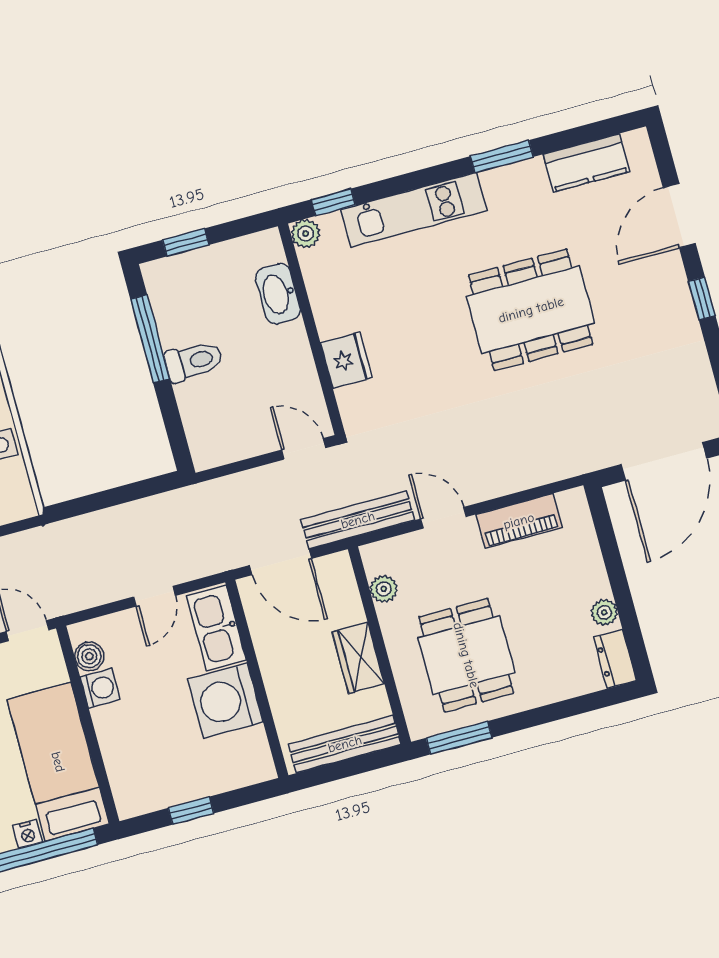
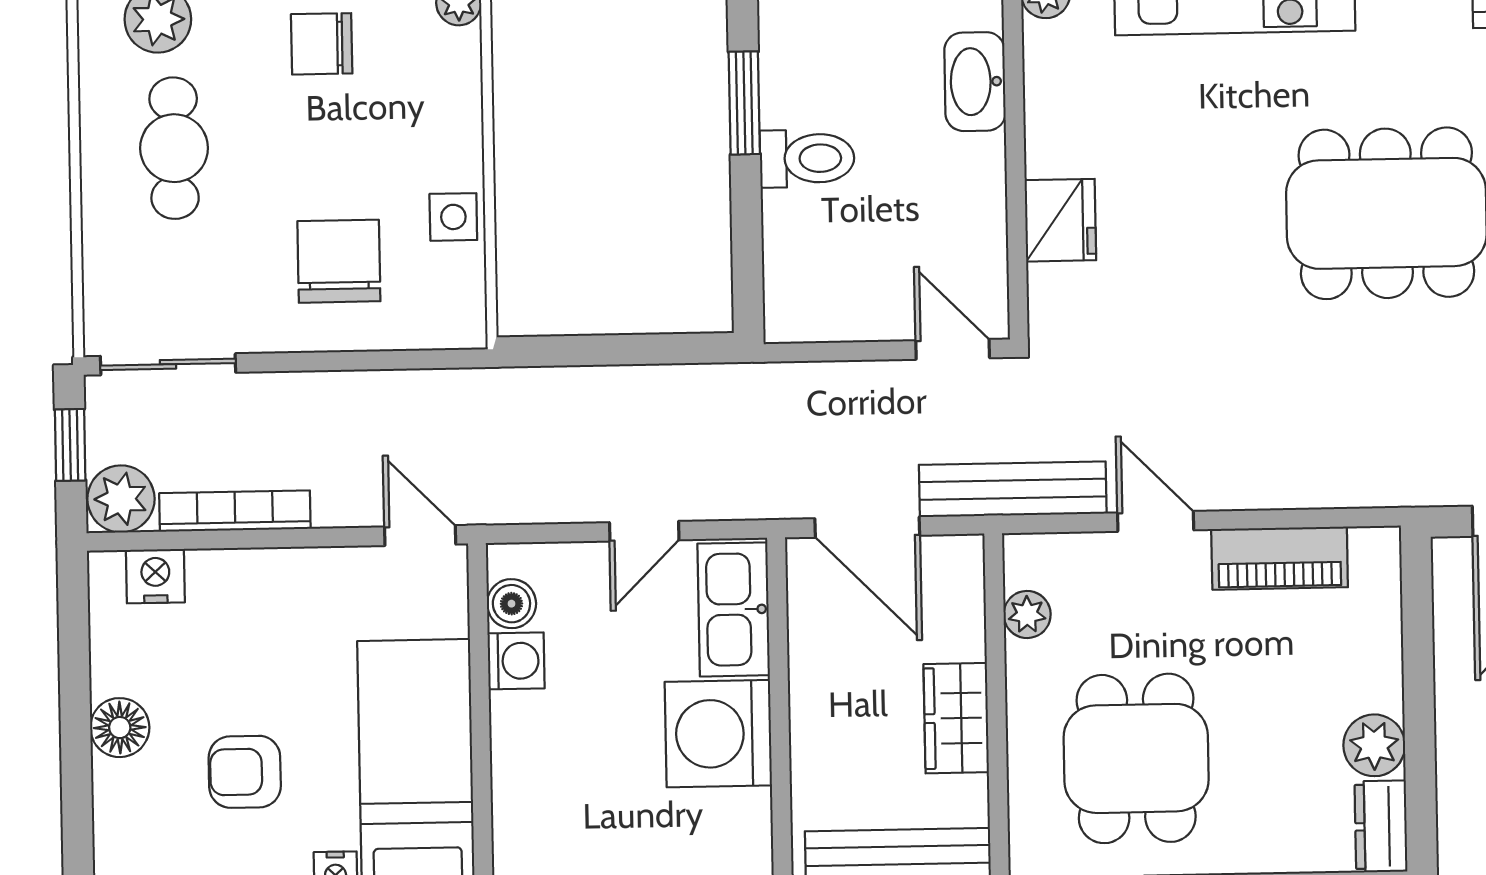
window: (150, 339) -> (744, 103), width x0.69
plant: (604, 612) -> (1374, 745), width x1.38, depth x1.38

